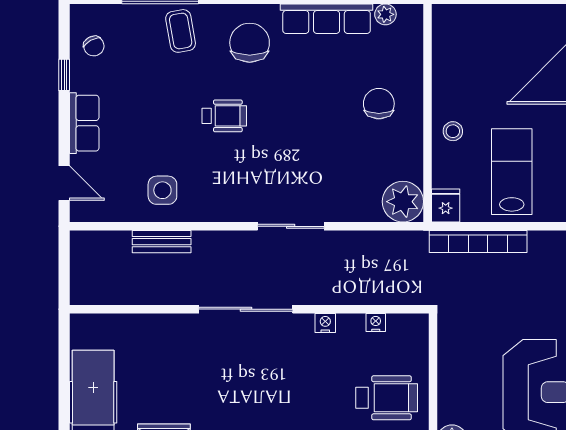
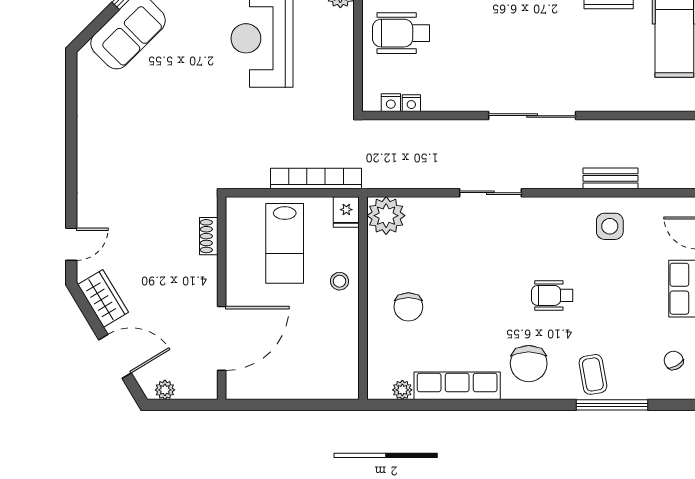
nightstand: (325, 323) -> (391, 103), moved

